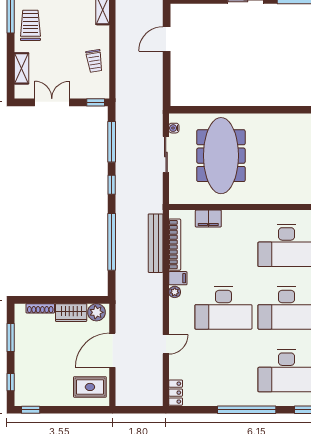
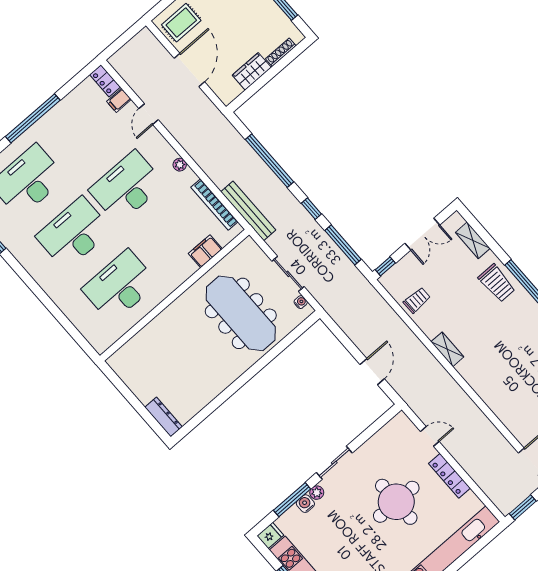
trolley: (94, 61) -> (417, 300), turned 99
bench: (156, 243) -> (248, 211), moved
filing cabinet: (178, 278) -> (119, 100), moved
plant: (96, 312) -> (231, 90), removed

